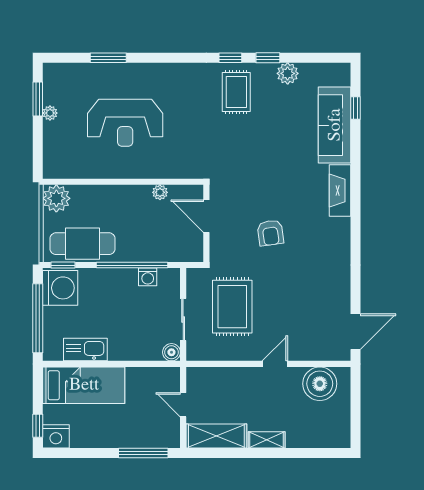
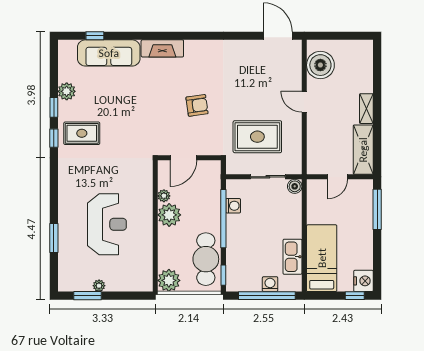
plant: (136, 199) -> (169, 215), added
washing machine: (60, 288) -> (270, 284), moved, width x0.53, depth x0.53

